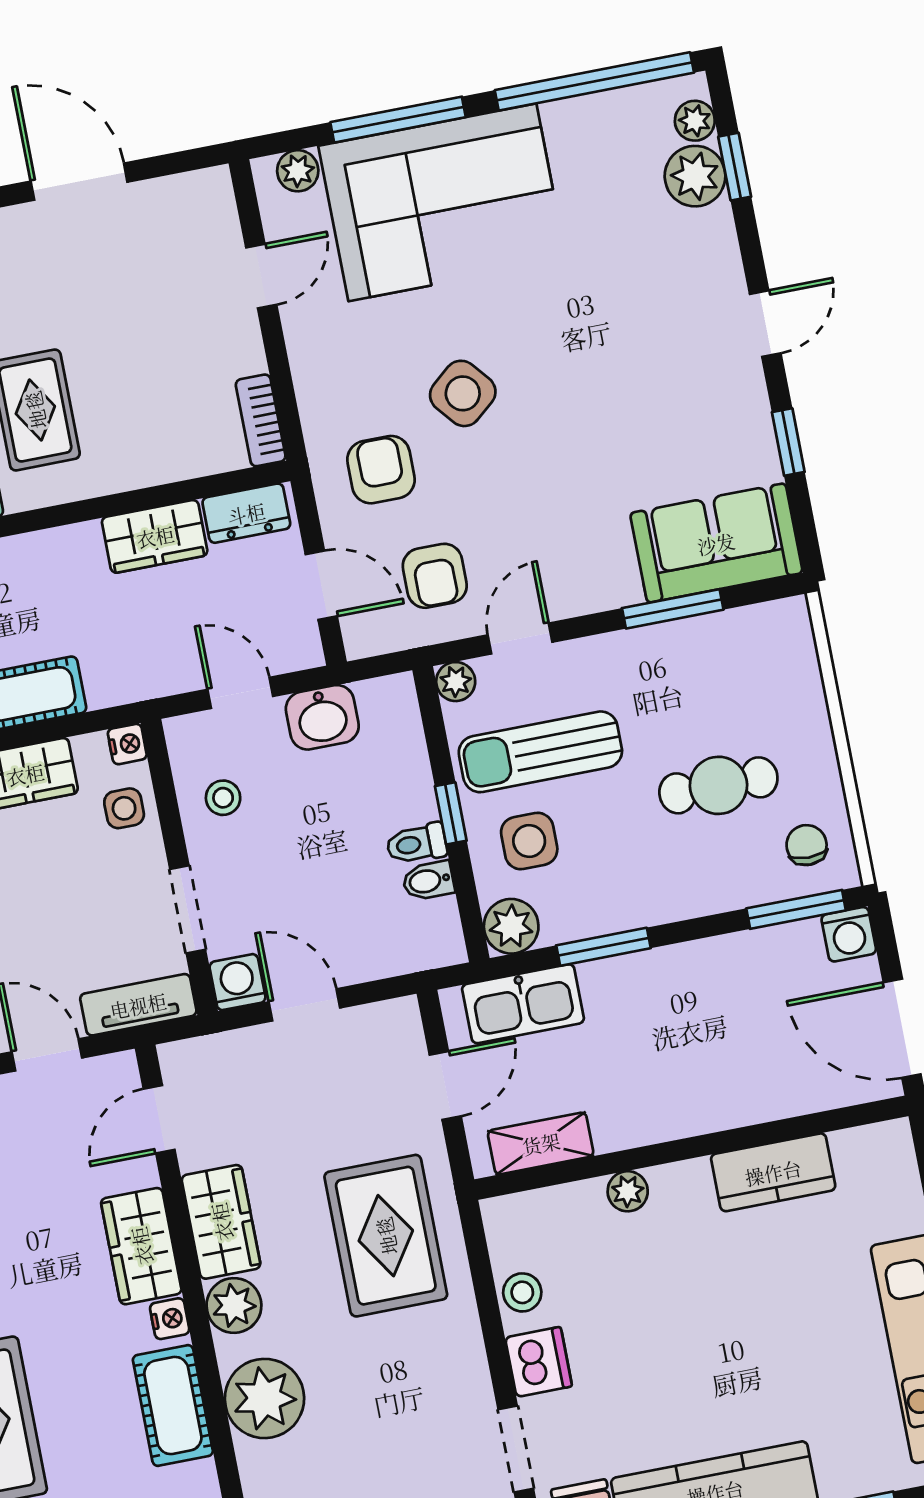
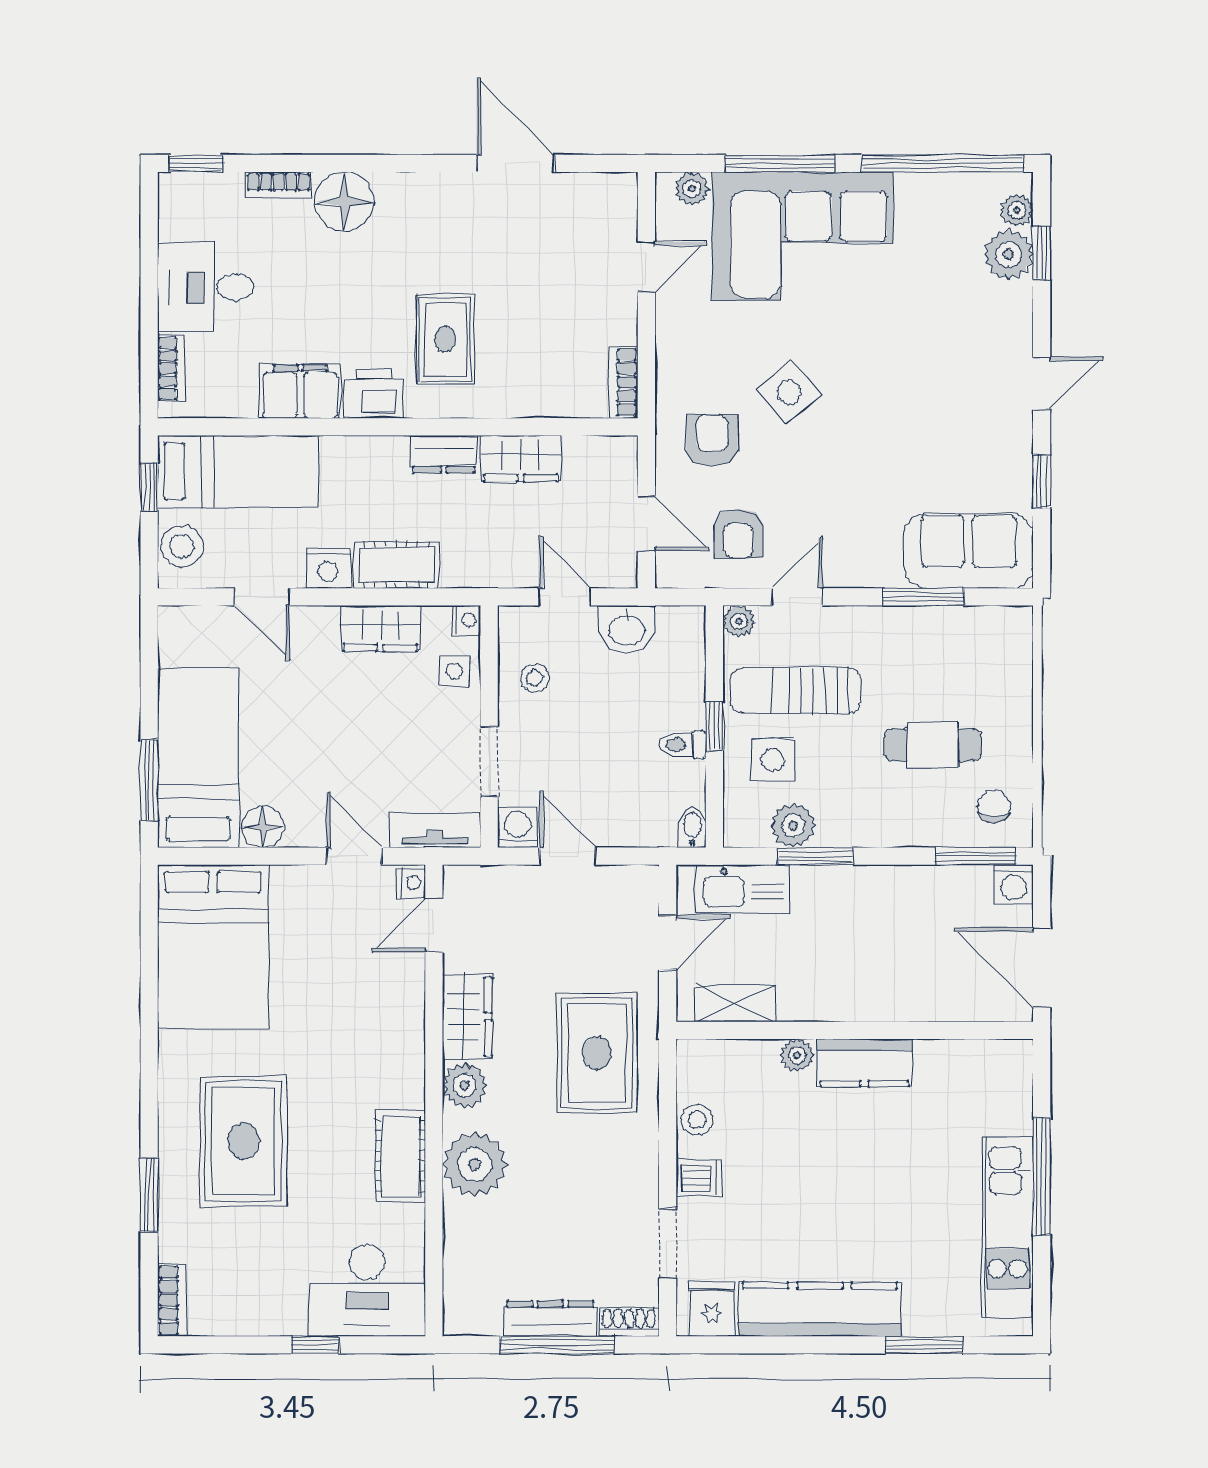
dresser: (246, 513) -> (444, 454), moved
bidet: (428, 881) -> (692, 828), moved, turned 90
plant: (511, 926) -> (793, 825), moved
kitchen counter: (773, 1172) -> (864, 1063), moved
wardrobe: (141, 1246) -> (400, 1024), removed
nightstand: (170, 1319) -> (411, 883), moved
dishwasher: (539, 1362) -> (699, 1178), width x0.73

